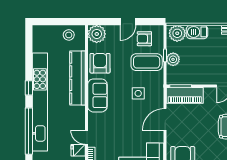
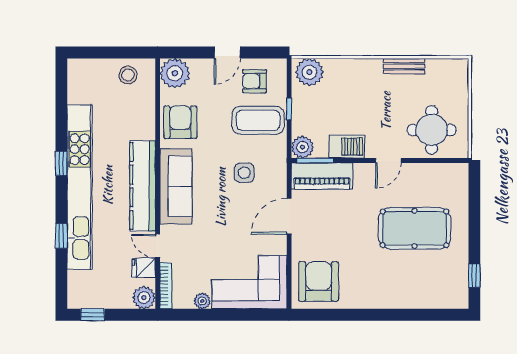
barbecue: (197, 32) -> (347, 147), moved, turned 180
plant: (173, 59) -> (302, 147), moved
kitchen counter: (77, 78) -> (143, 186), moved
sofa: (97, 95) -> (176, 186), width x1.36
window: (29, 131) -> (61, 236), width x0.32

